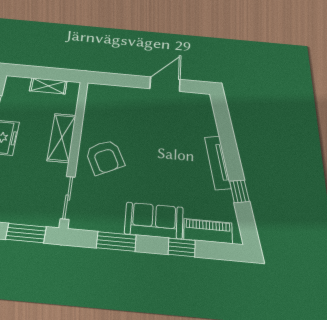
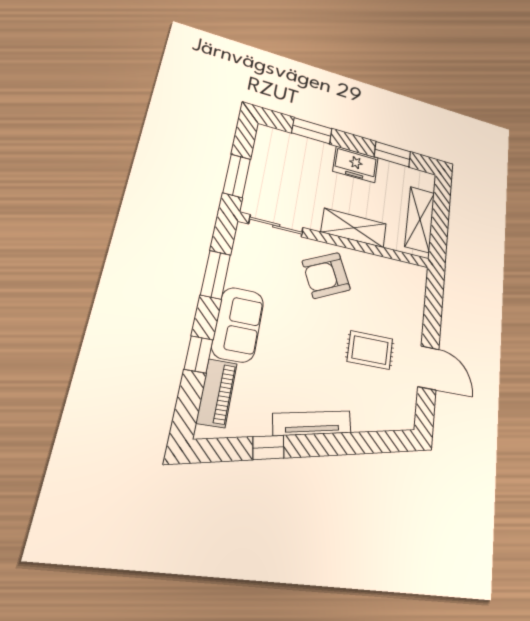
shelving: (48, 86) -> (420, 220), width x1.50, depth x1.33
rug: (158, 124) -> (370, 350), added

